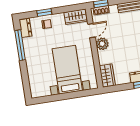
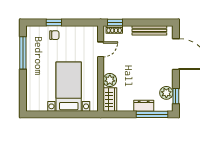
wardrobe: (76, 17) -> (86, 32), removed
dresser: (25, 28) -> (31, 36), removed
plant: (102, 44) -> (110, 80), moved

